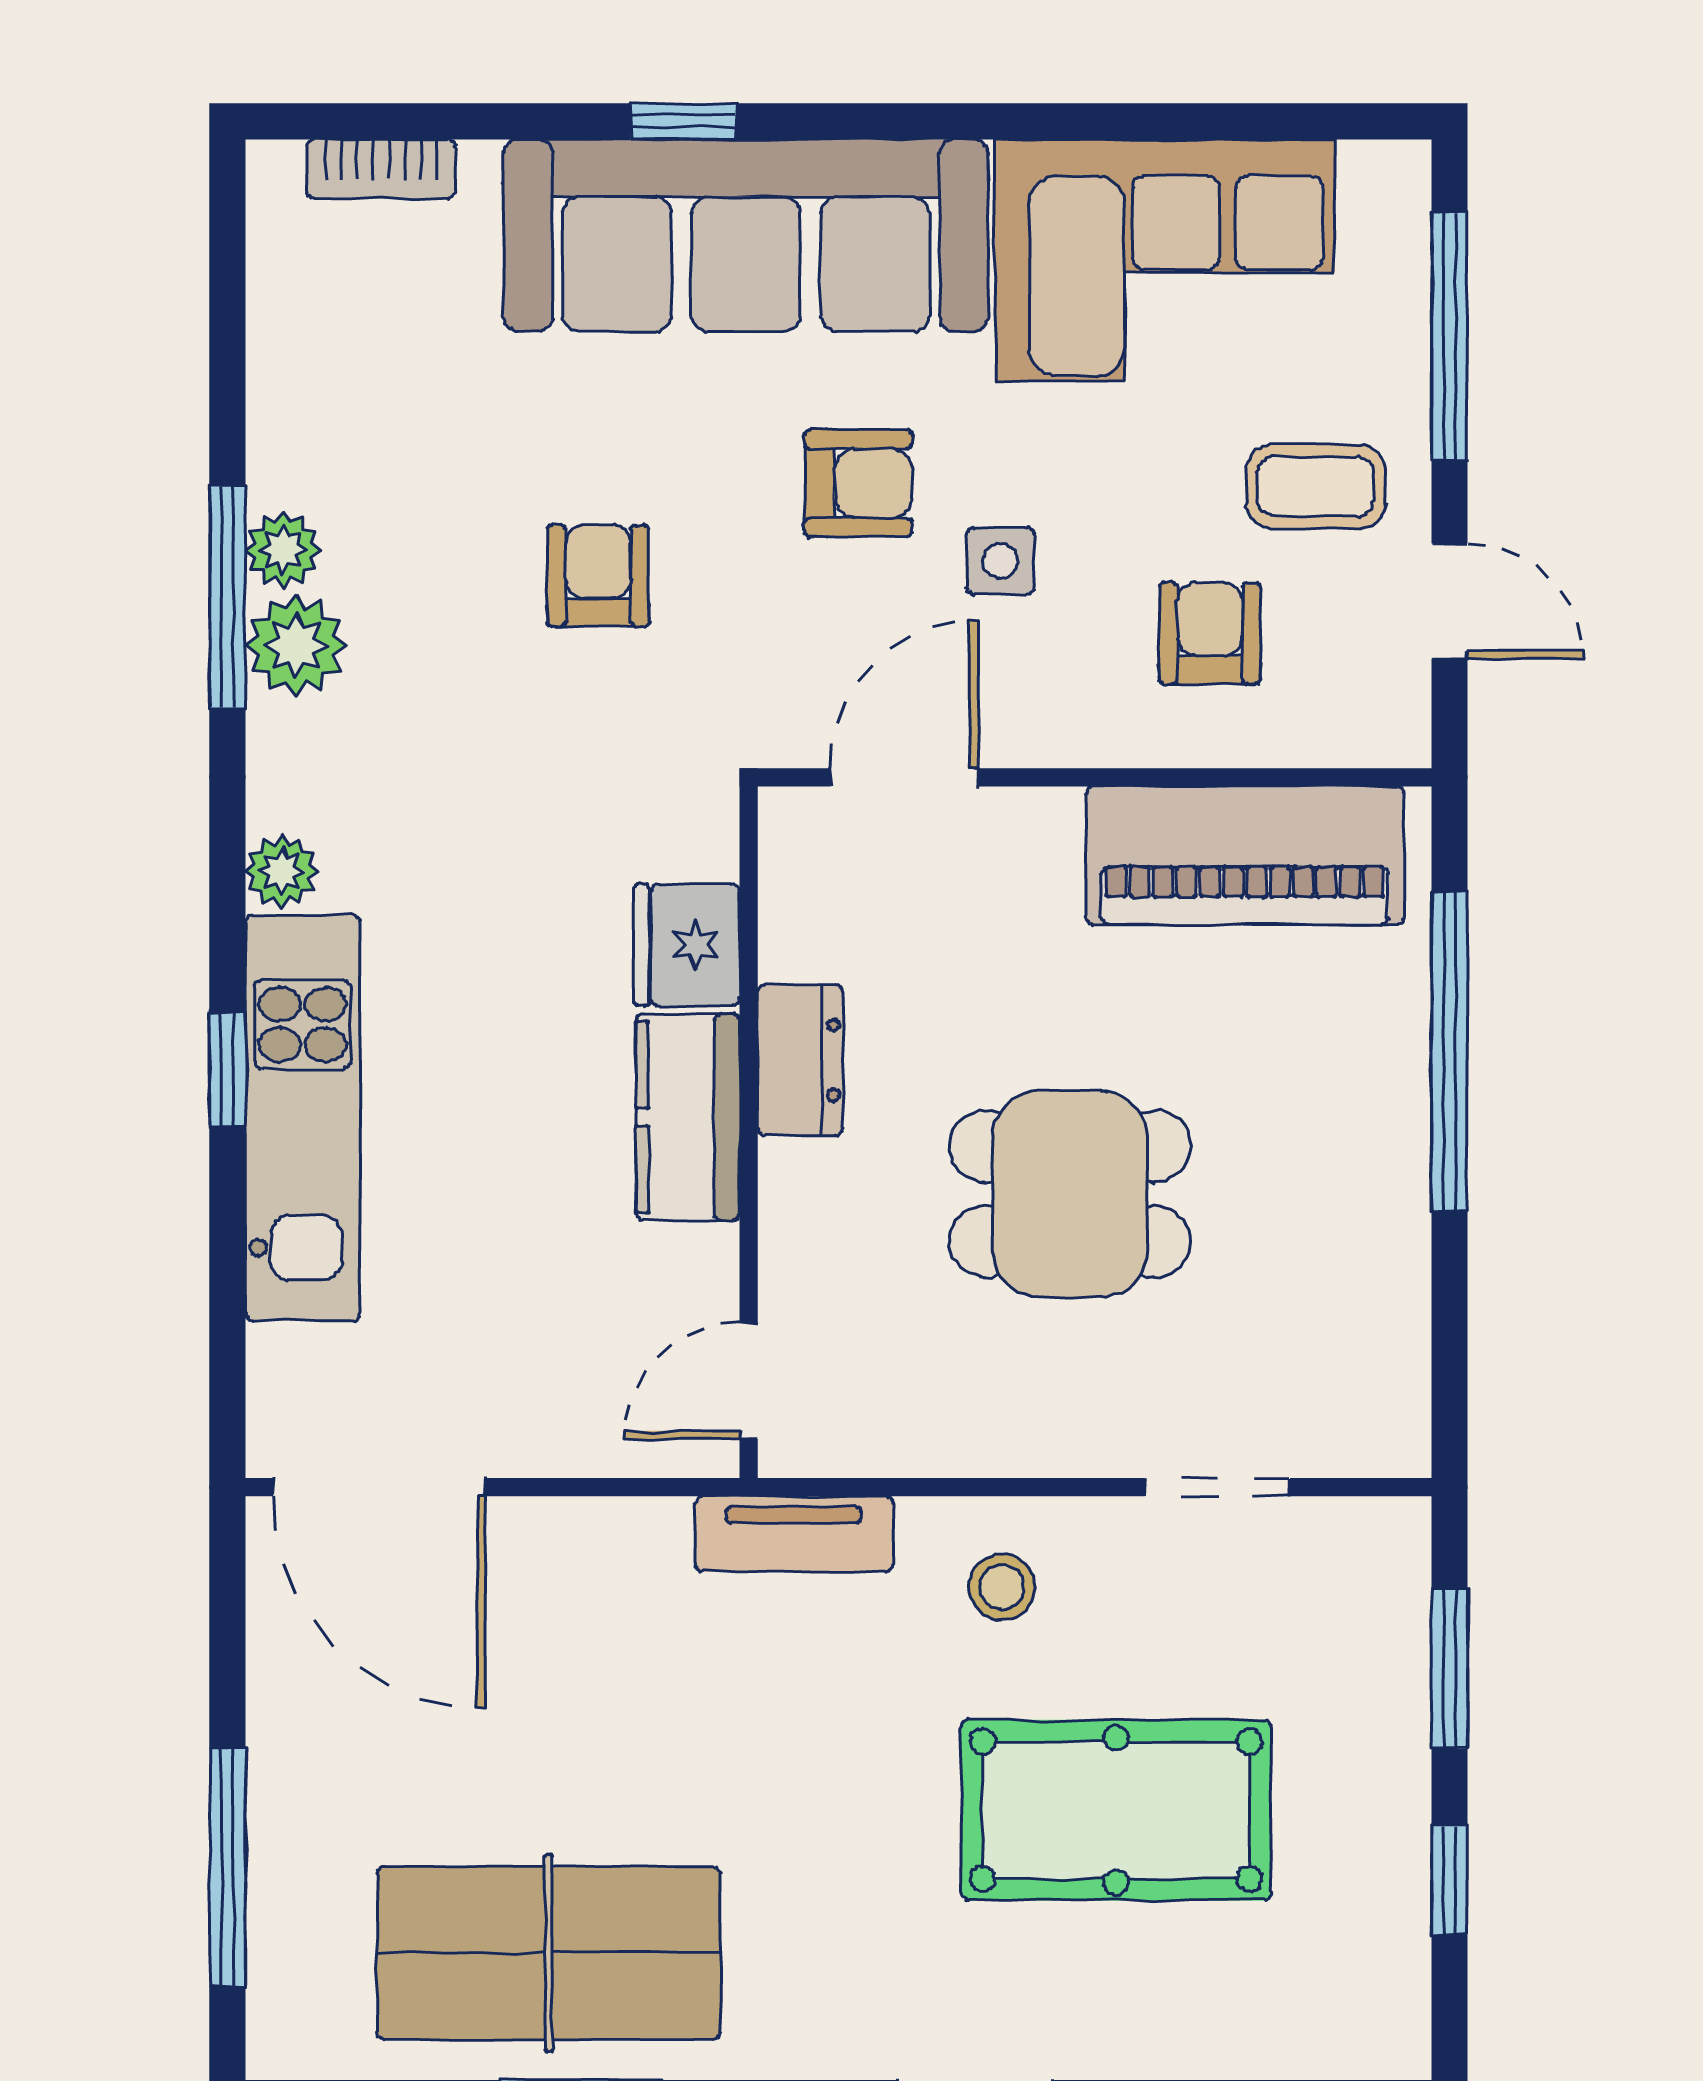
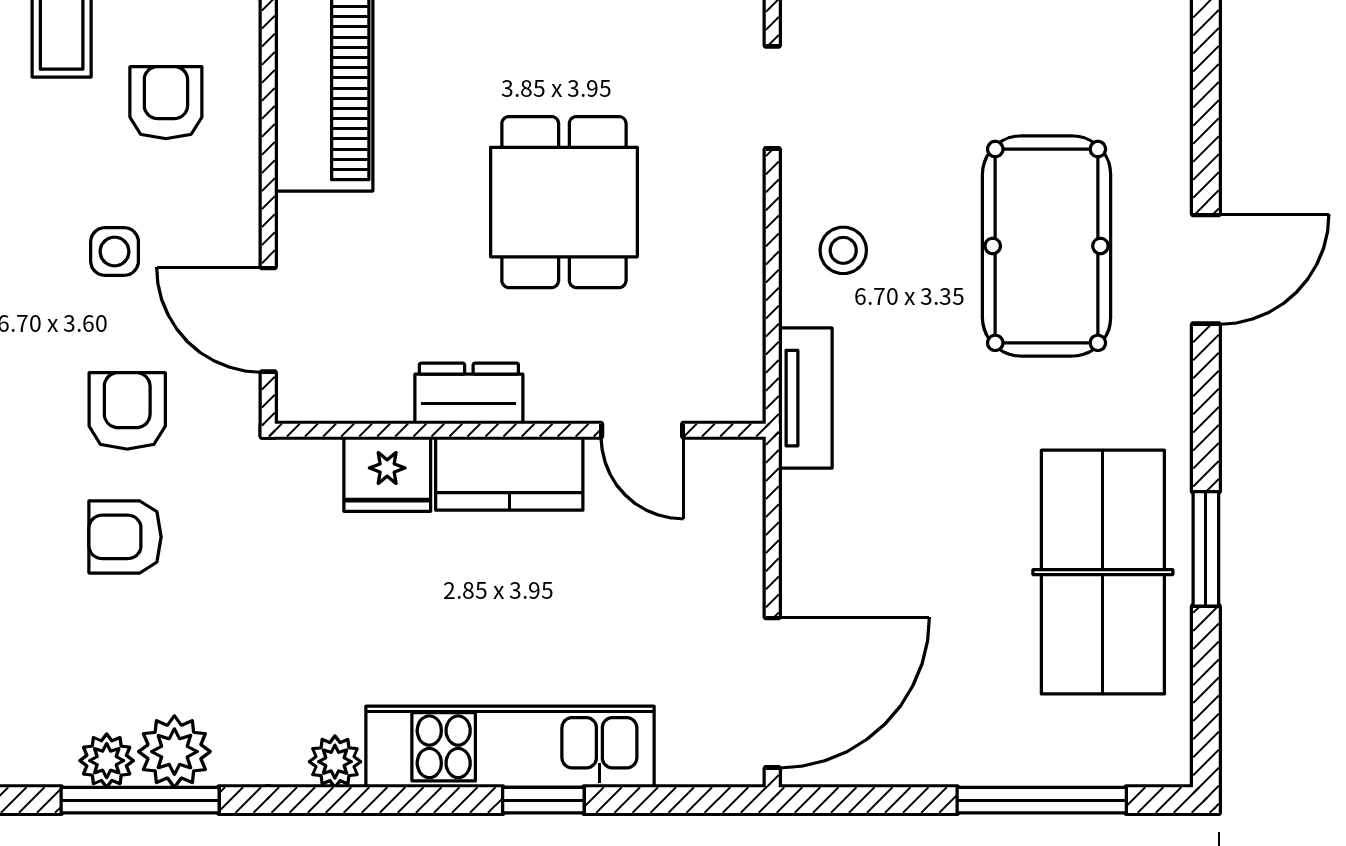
armchair: (858, 483) -> (127, 411), moved
armchair: (1210, 633) -> (166, 103), turned 90
window: (227, 1069) -> (543, 800), moved
door: (749, 1381) -> (642, 430), moved
pool table: (1116, 1810) -> (1047, 246), moved

